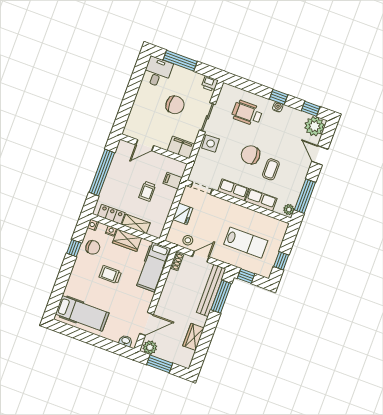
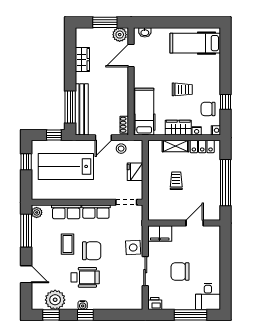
wheelchair: (247, 113) -> (85, 277), moved
plant: (315, 126) -> (55, 300), moved
filing cabinet: (173, 181) -> (156, 200), removed
lab bench: (246, 243) -> (66, 166), width x1.36, depth x1.39

